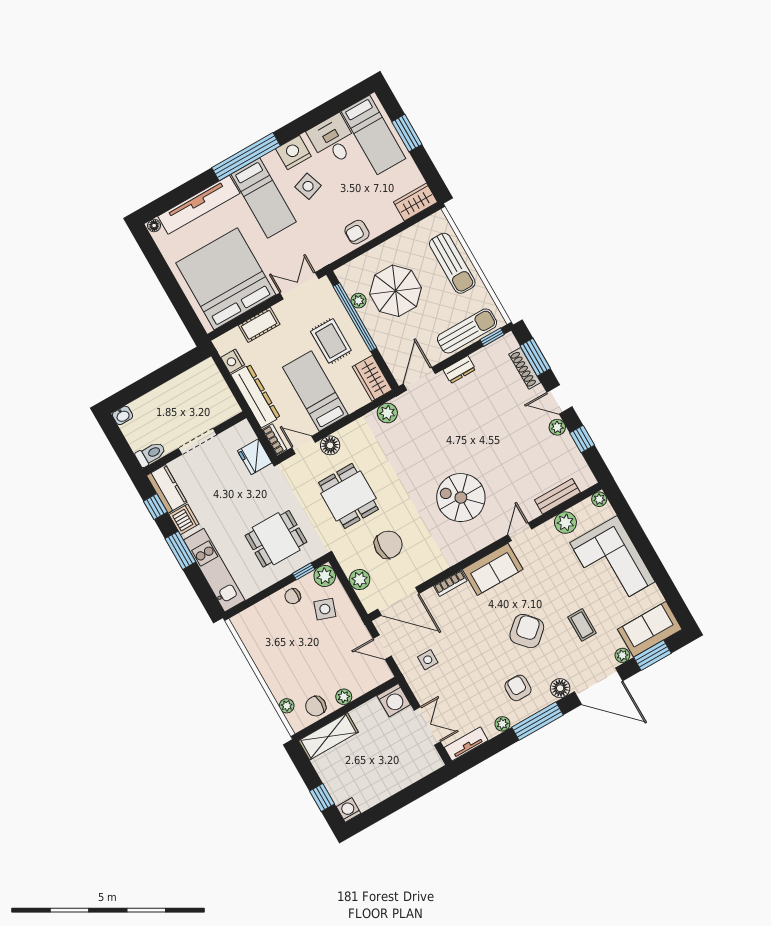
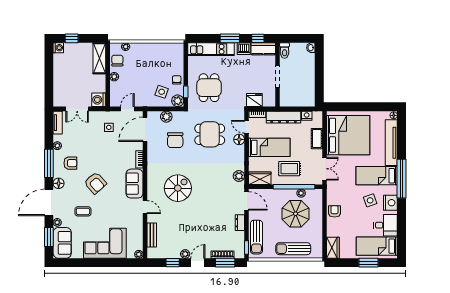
door: (304, 445) -> (247, 127), swing flipped
plant: (565, 523) -> (137, 232), removed

